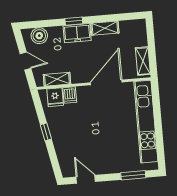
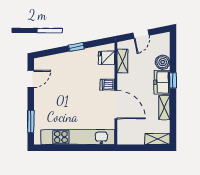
boiler: (39, 36) -> (163, 62), moved
shelving: (143, 61) -> (157, 139), moved
dishwasher: (70, 95) -> (107, 85), moved

